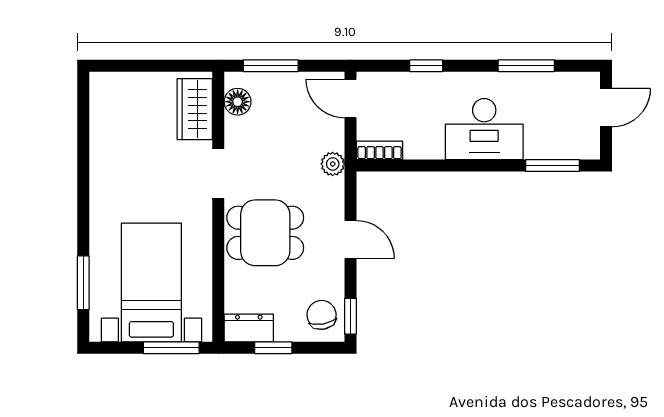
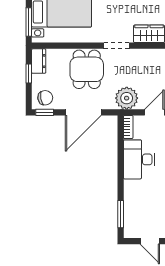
floor lamp: (238, 102) -> (153, 55), removed
desk: (484, 129) -> (139, 159), moved
plant: (333, 164) -> (127, 98), width x1.88, depth x1.88
door: (350, 240) -> (83, 112), width x1.88

